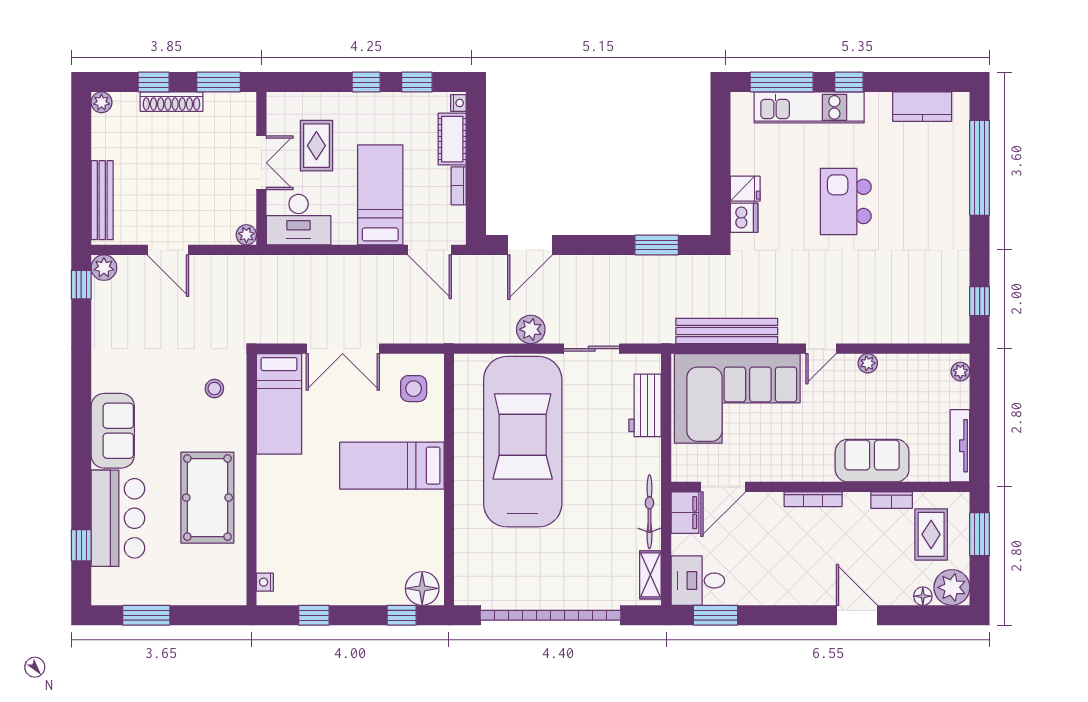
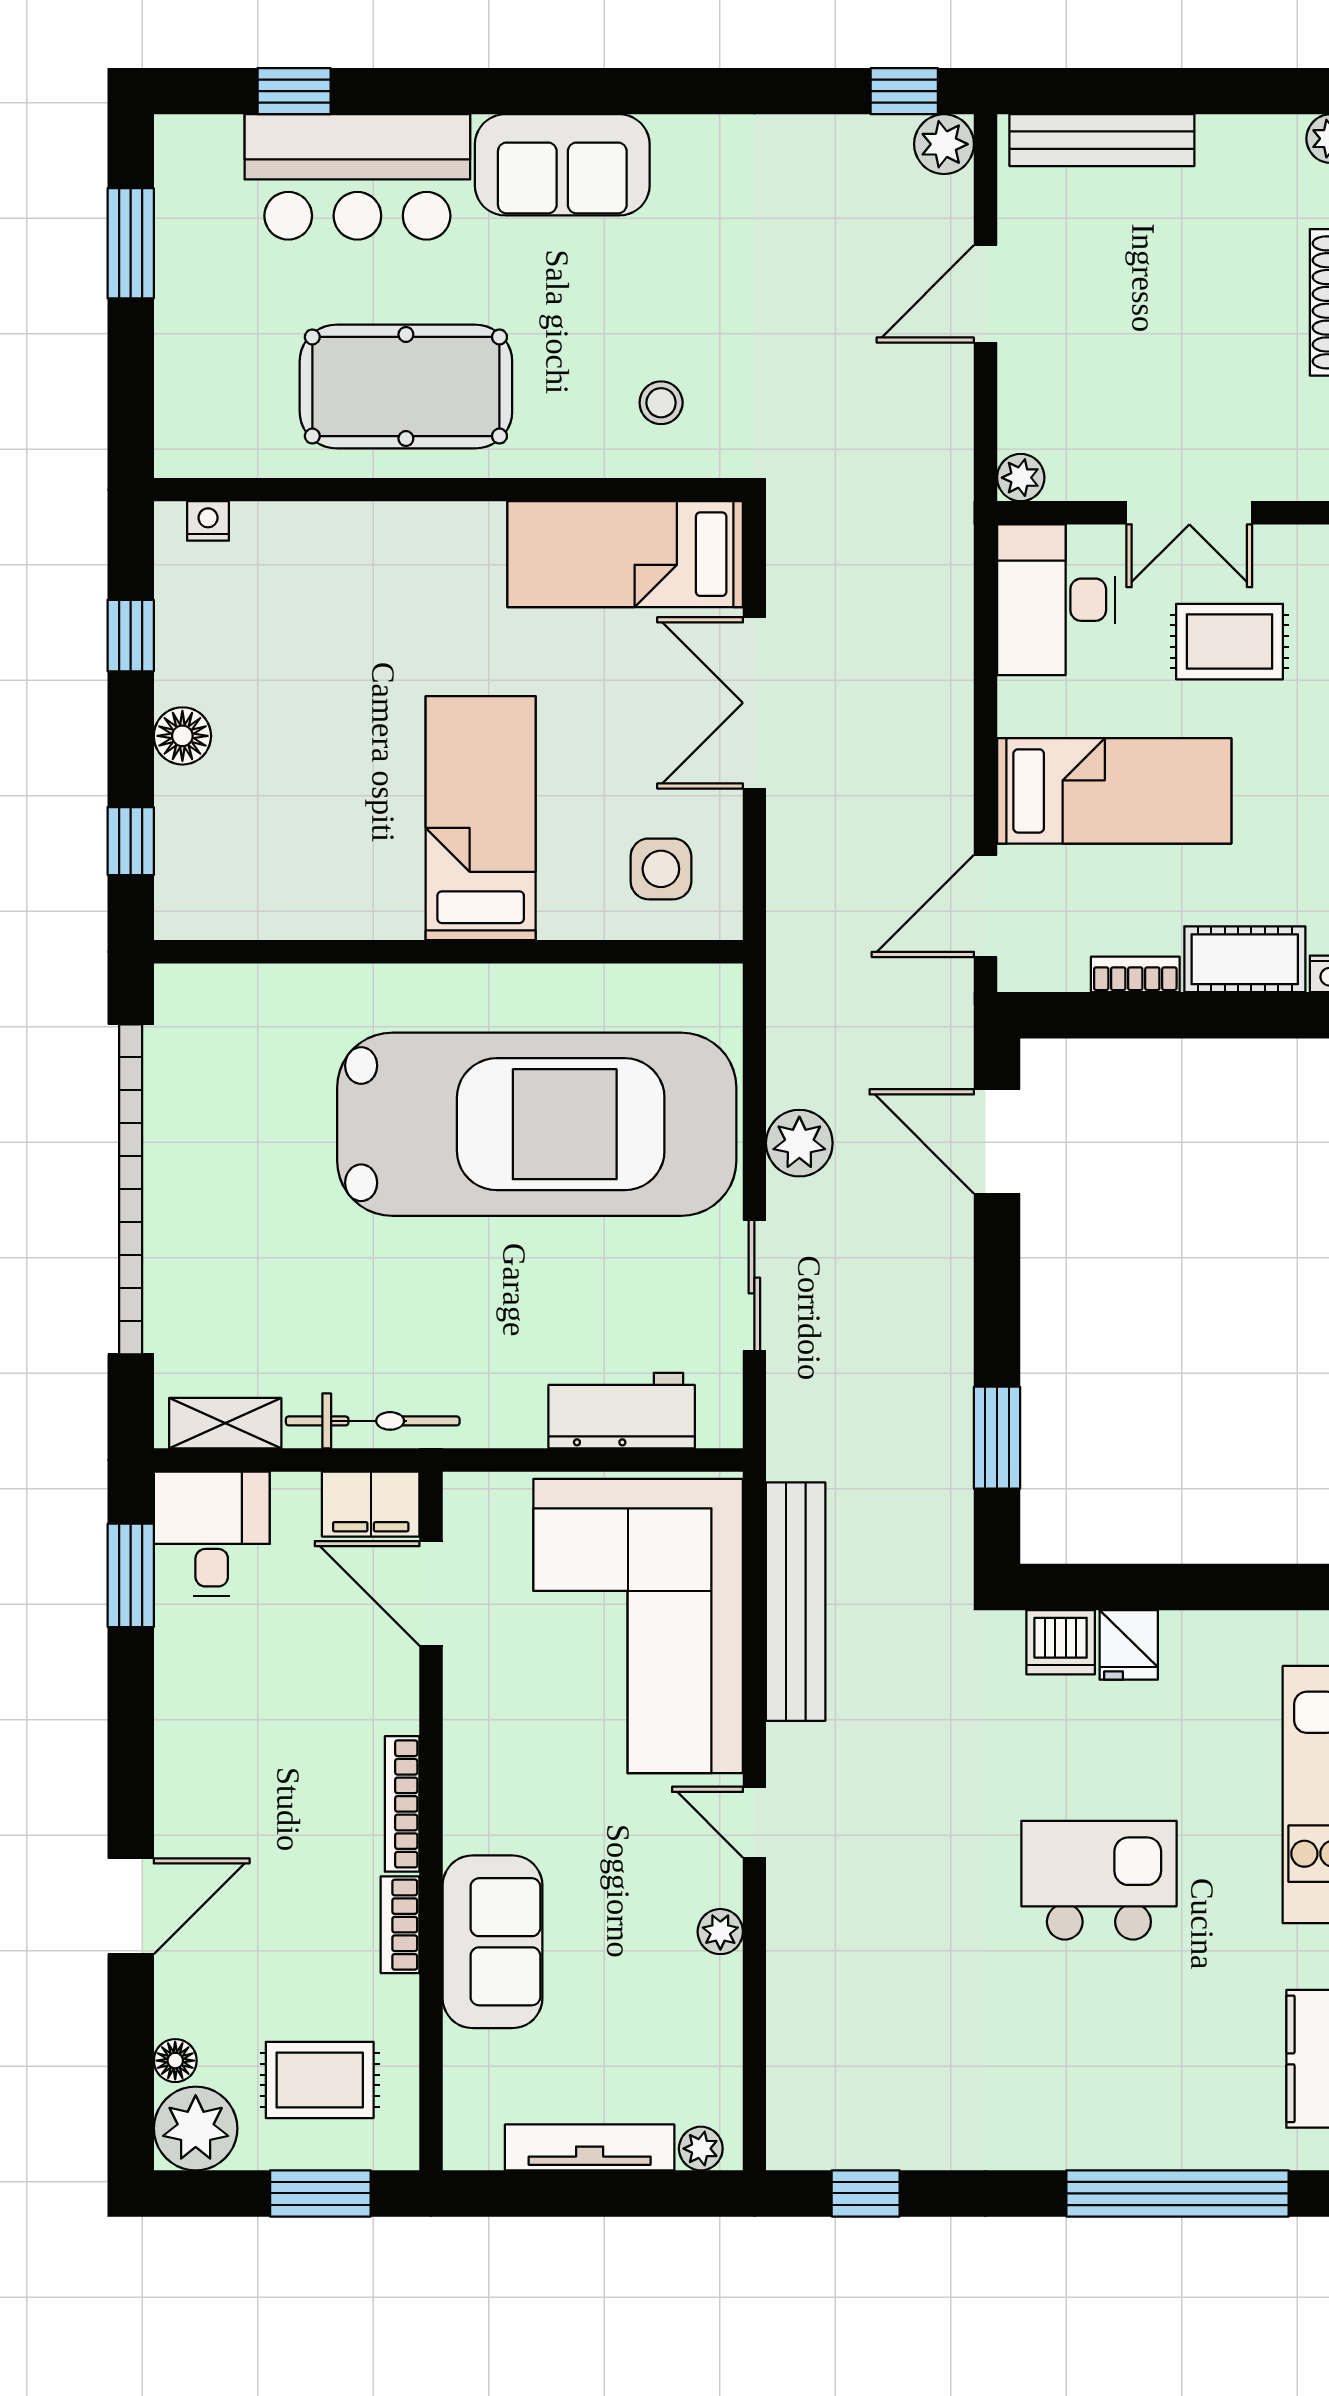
tv unit: (960, 446) -> (590, 2147), moved
bookcase: (892, 500) -> (400, 1925), moved
floor lamp: (422, 588) -> (182, 736), moved, width x0.73, depth x0.73

